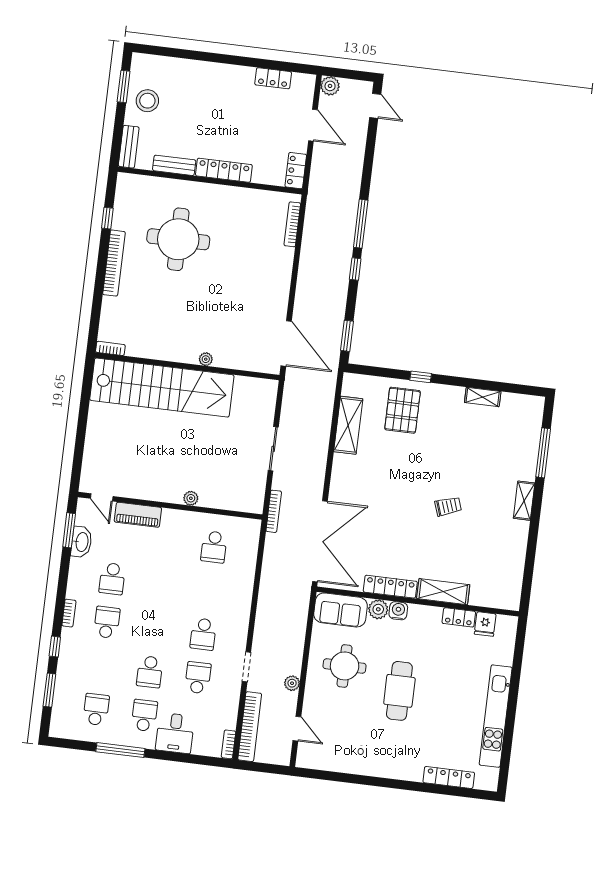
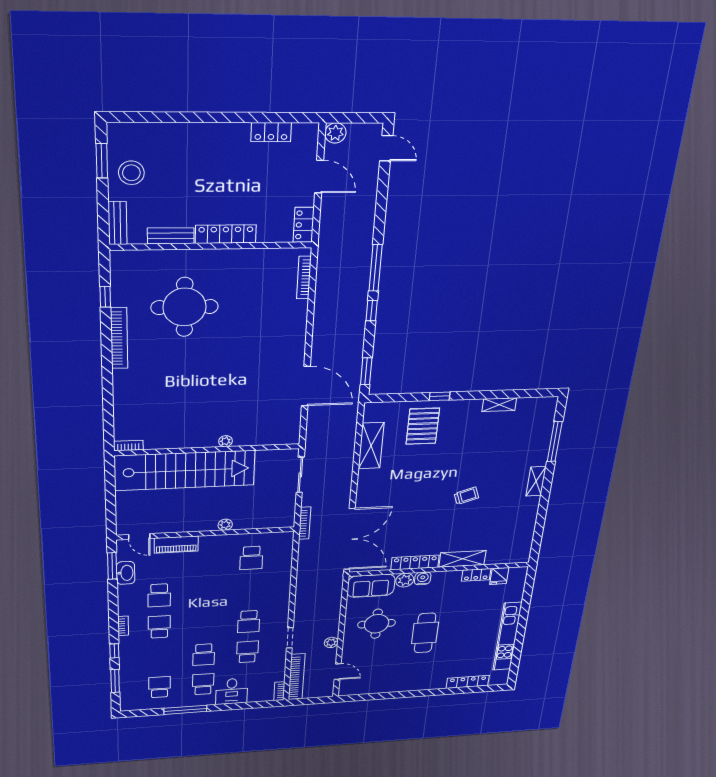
bookcase: (110, 348) -> (128, 446), moved
plant: (206, 359) -> (225, 441), moved
wall: (187, 366) -> (208, 450), moved
stairs: (162, 388) -> (185, 470), moved

